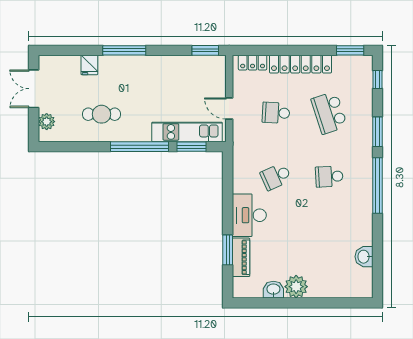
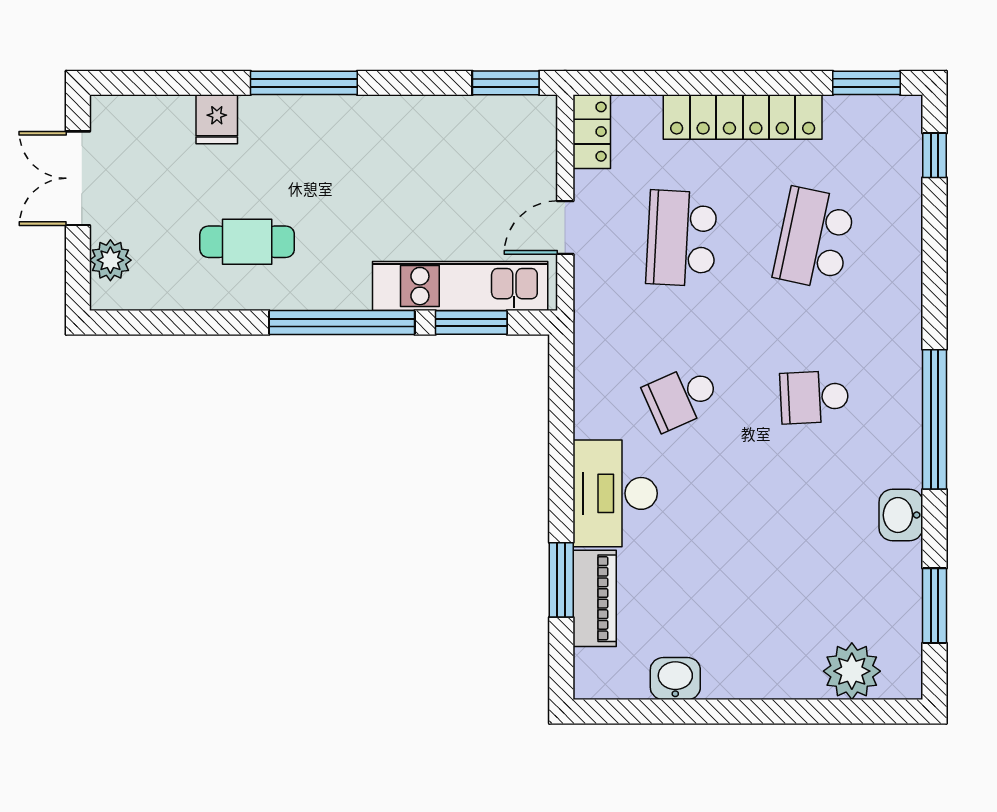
locker: (253, 63) -> (592, 132), moved, turned -90
door: (229, 108) -> (565, 228), hinge flipped
school desk: (276, 113) -> (682, 238), width x1.85
school desk: (329, 113) -> (814, 238), turned 30
window: (377, 132) -> (935, 606), moved
washbasin: (364, 257) -> (901, 515), moved
plant: (296, 287) -> (852, 671), moved

